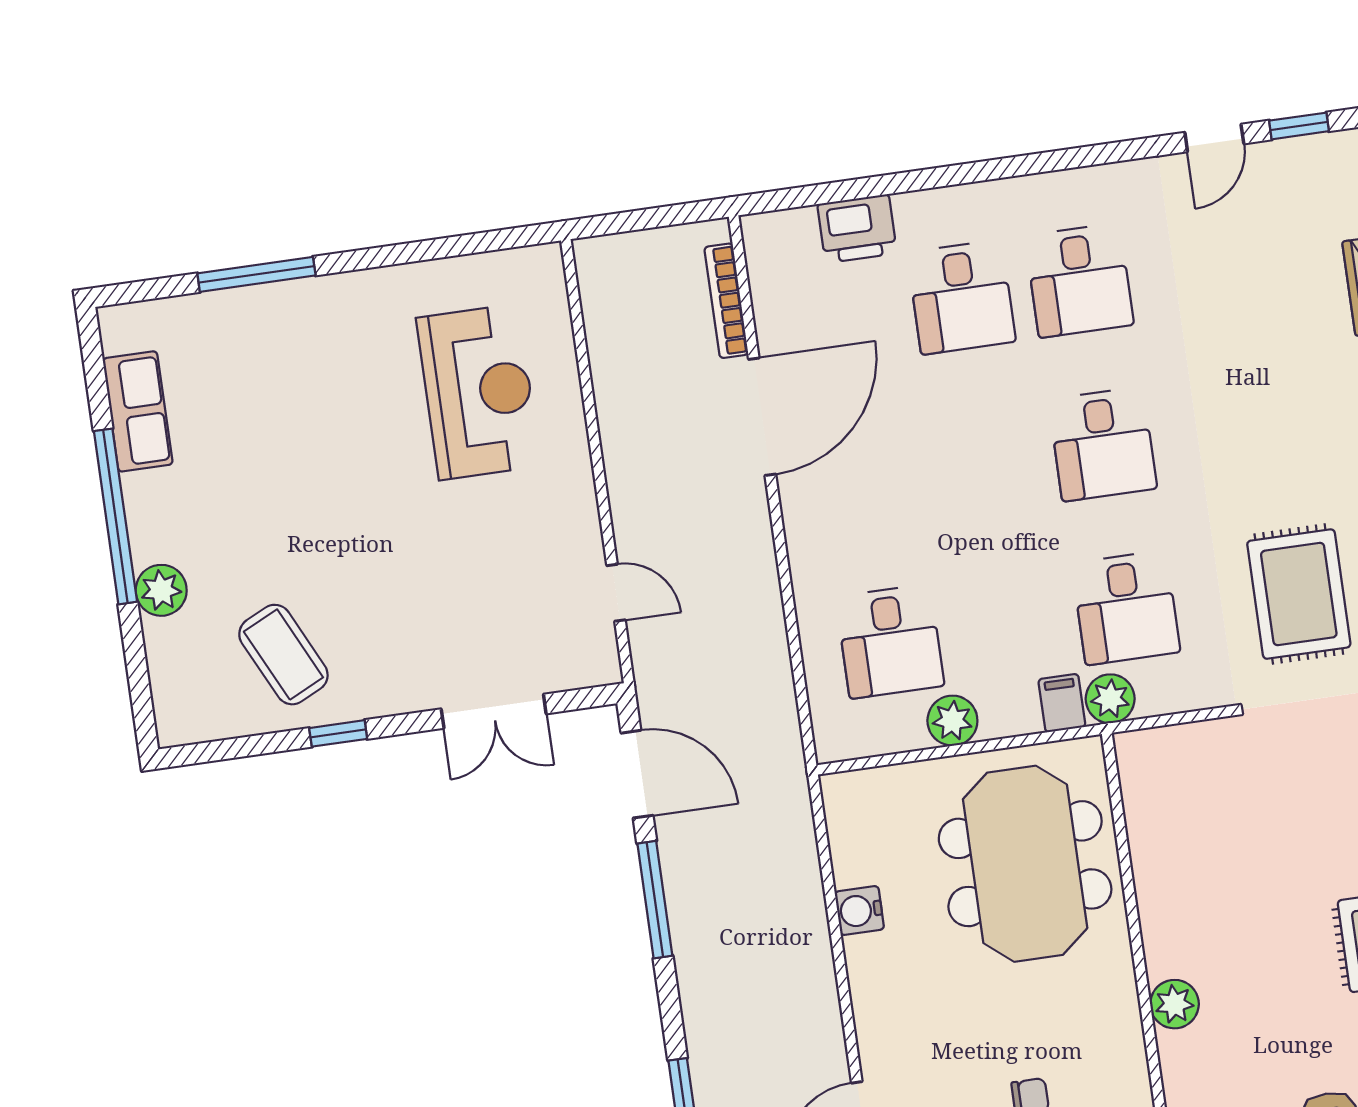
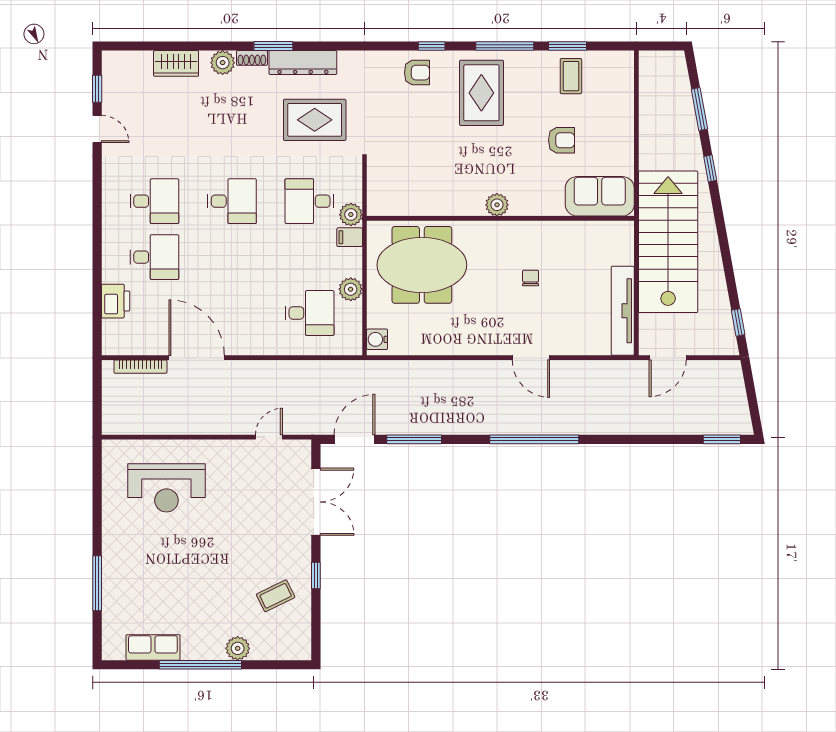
reception desk: (478, 392) -> (166, 488), turned 180
desk: (1126, 608) -> (310, 201), turned 180
coffee table: (283, 655) -> (276, 596), width x0.73, depth x0.77
double door: (494, 711) -> (316, 502), width x1.37
water cooler: (859, 911) -> (377, 339), moved, turned 90

